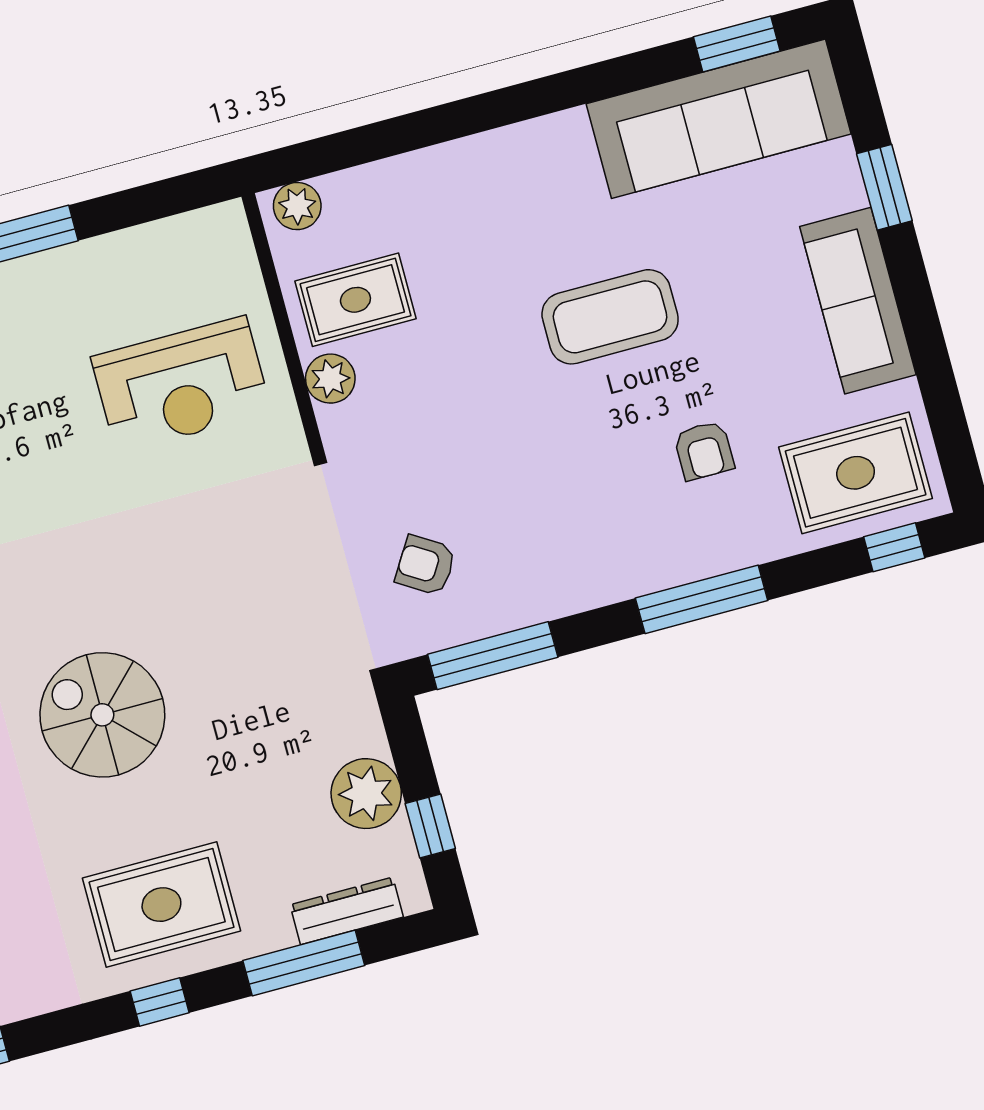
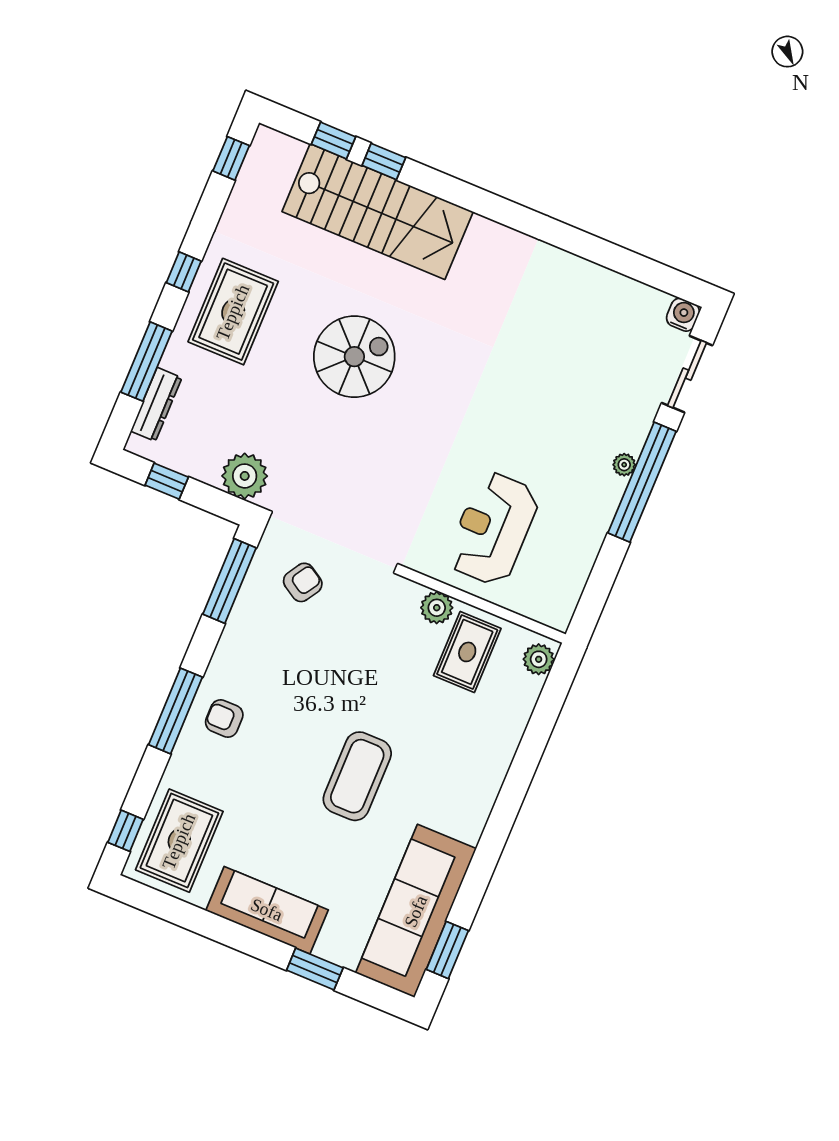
armchair: (704, 451) -> (224, 718), moved
plant: (366, 794) -> (245, 476), moved

